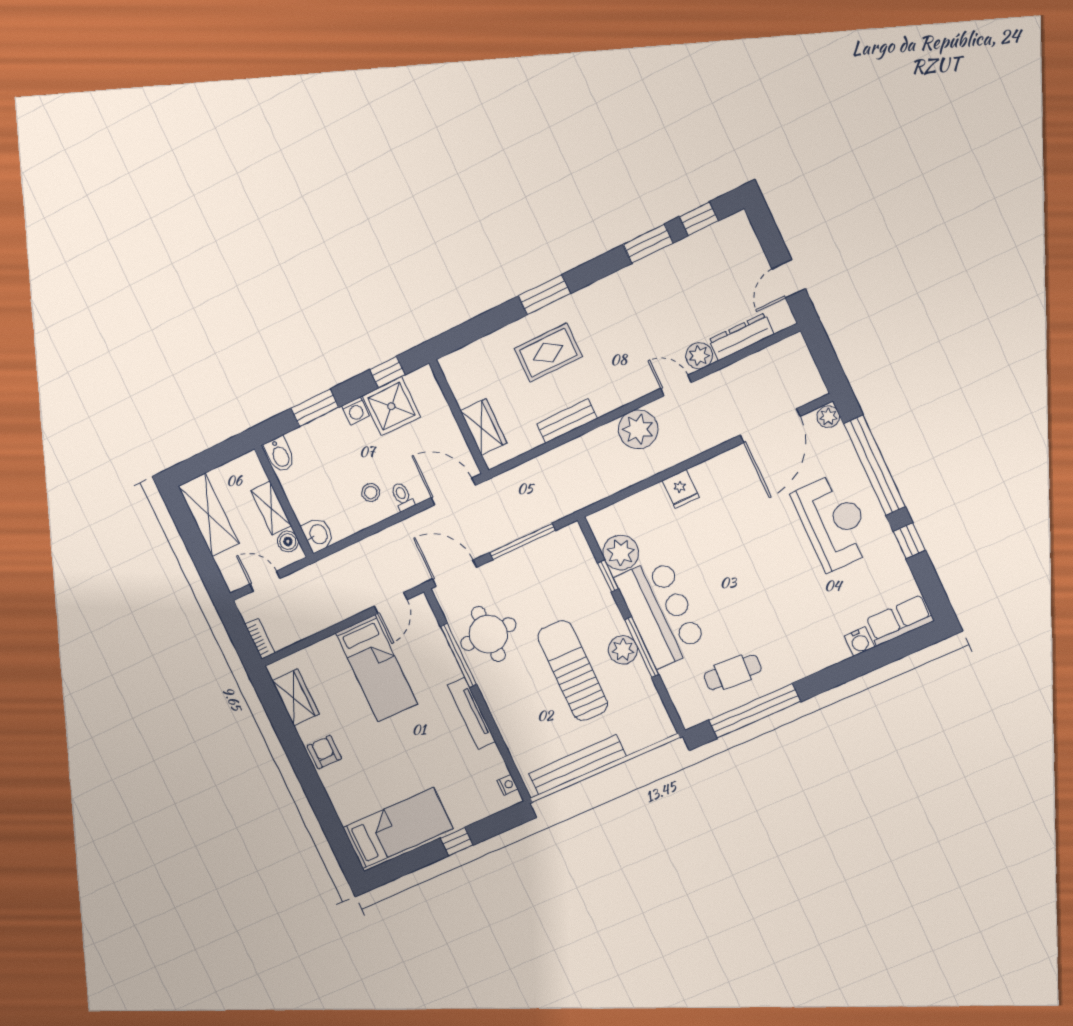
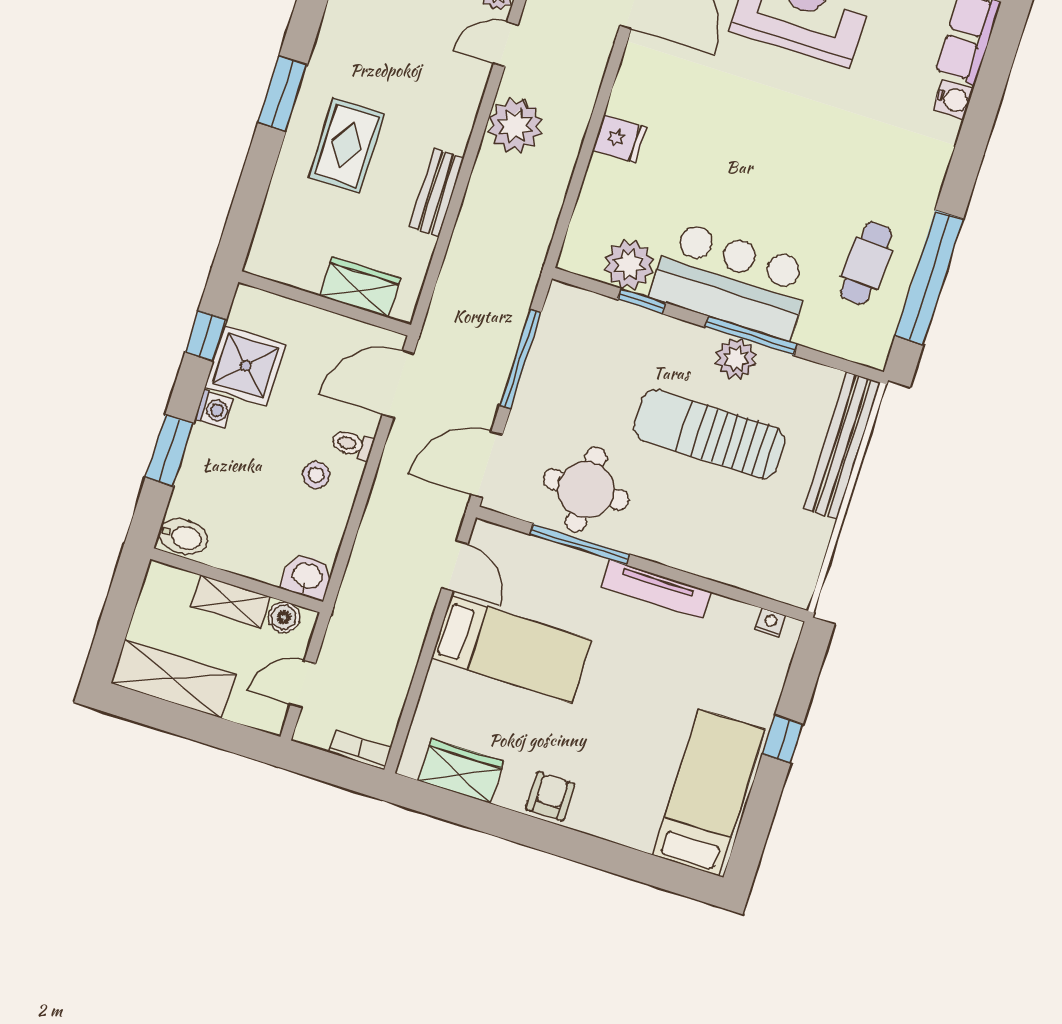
armchair: (324, 752) -> (550, 796), turned 90
bench: (577, 765) -> (842, 446), moved

